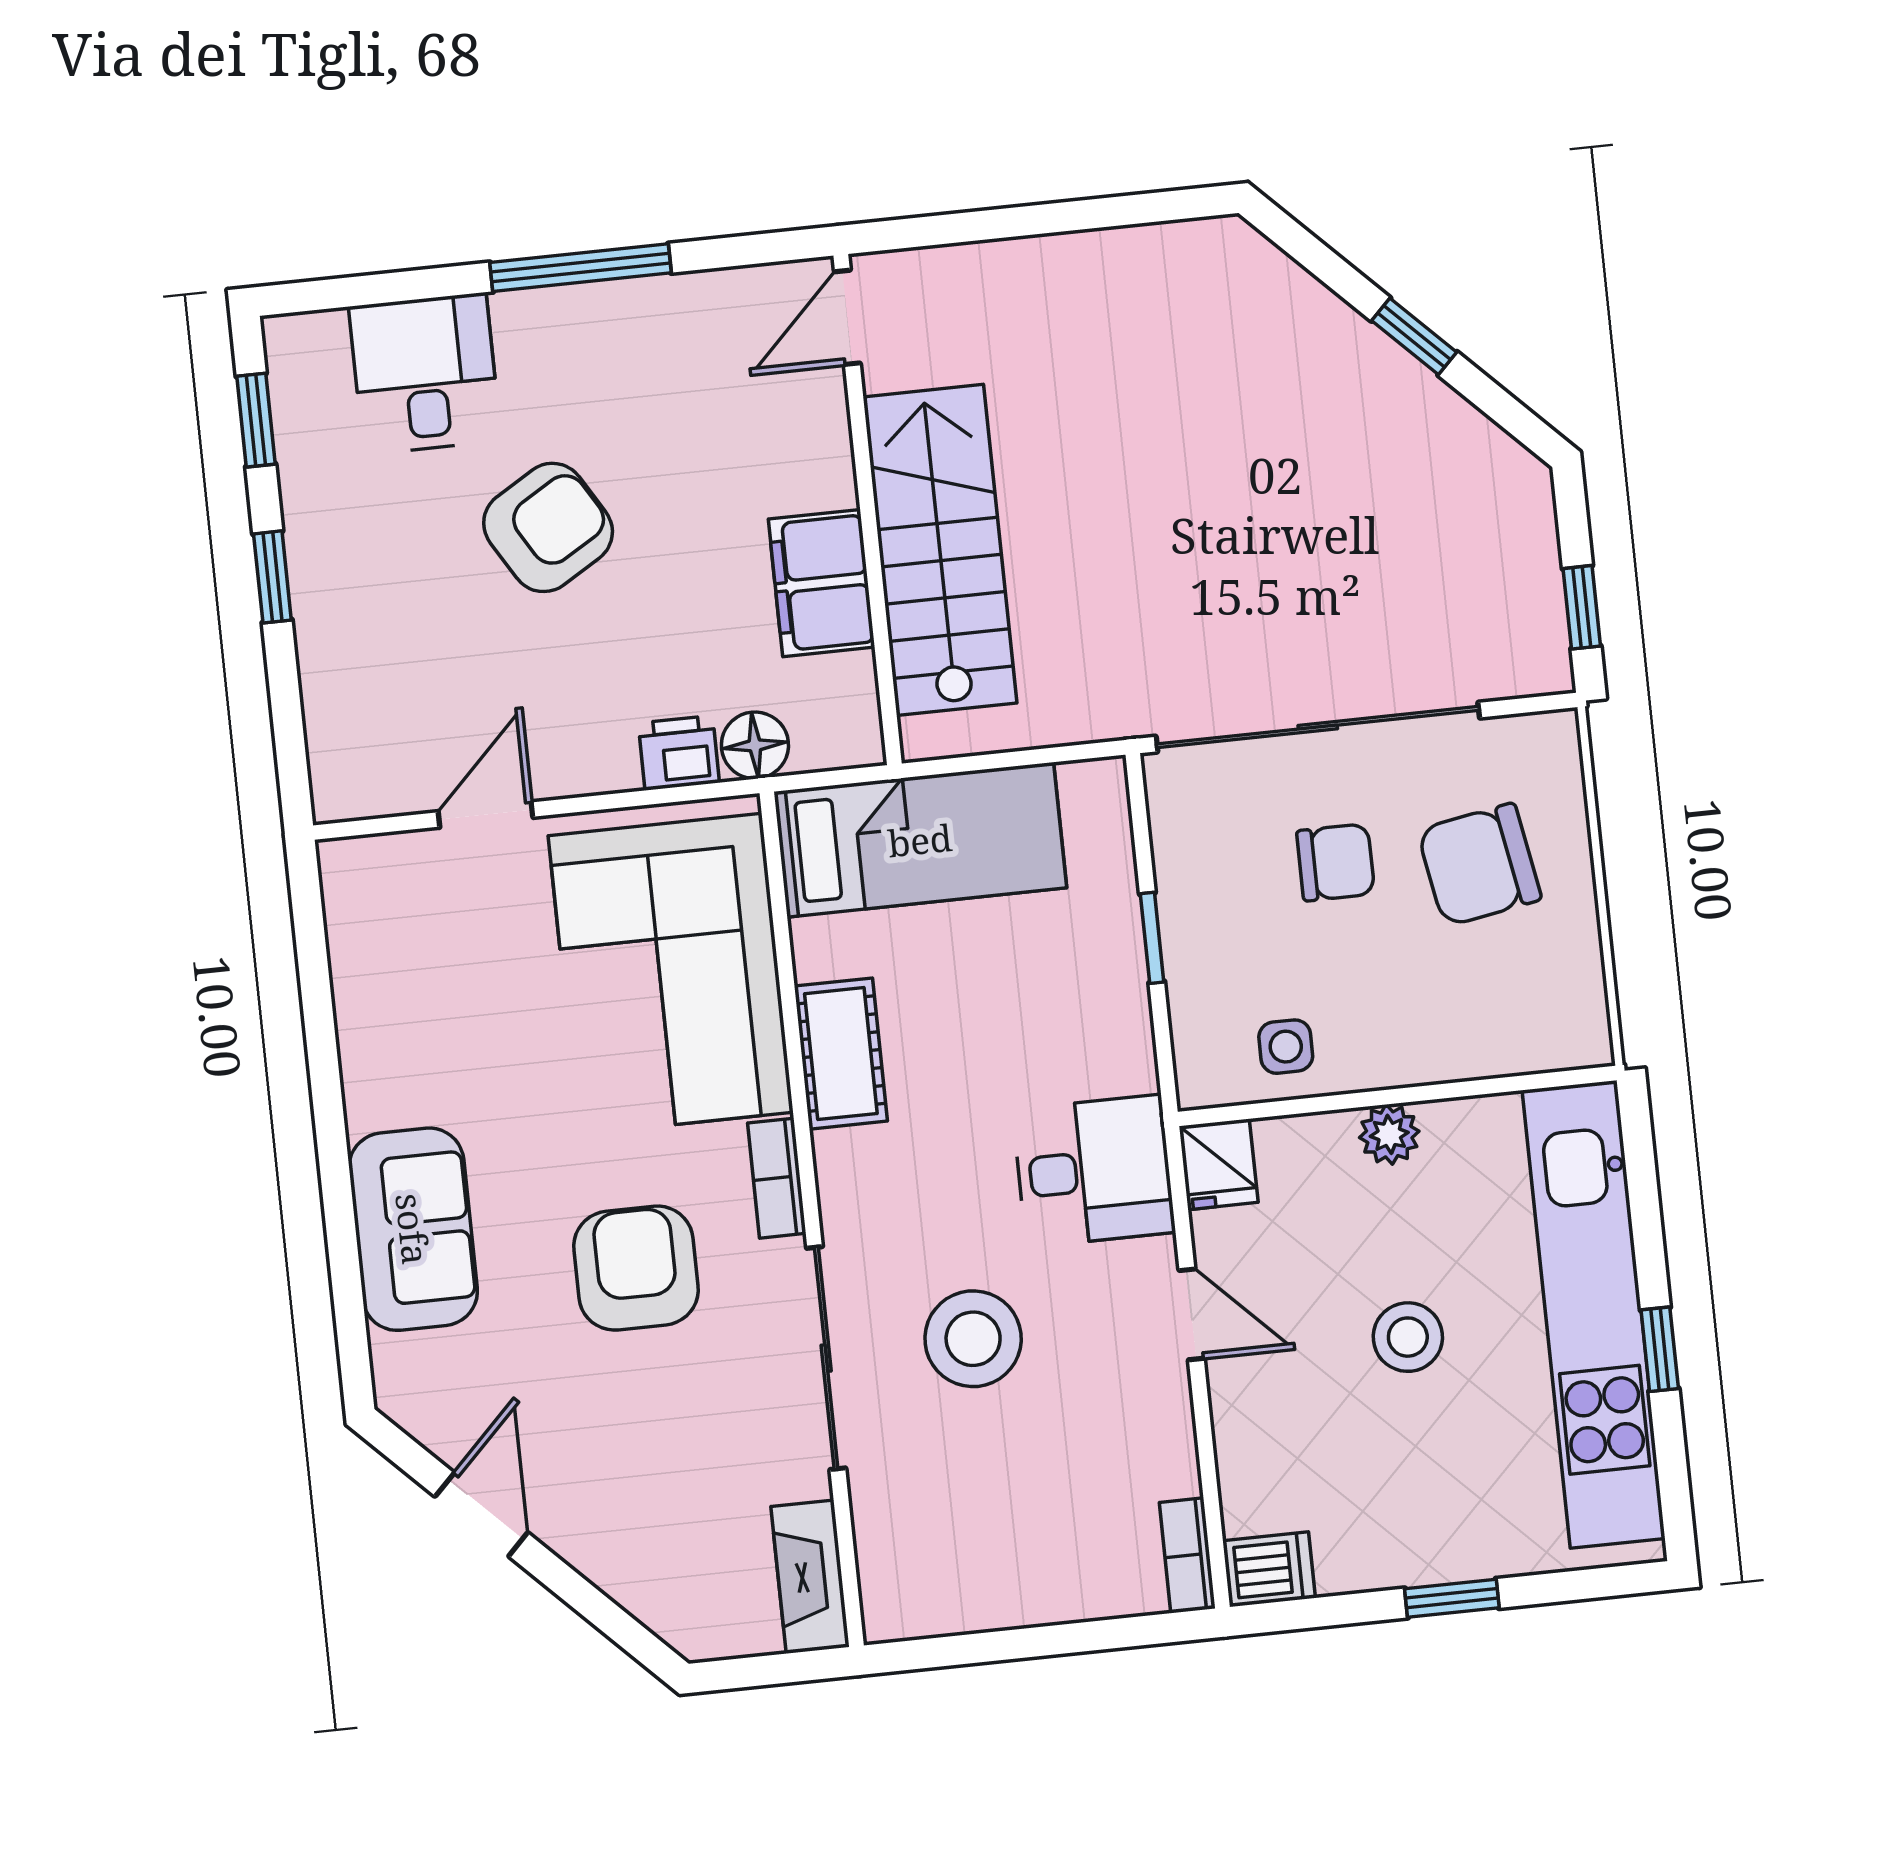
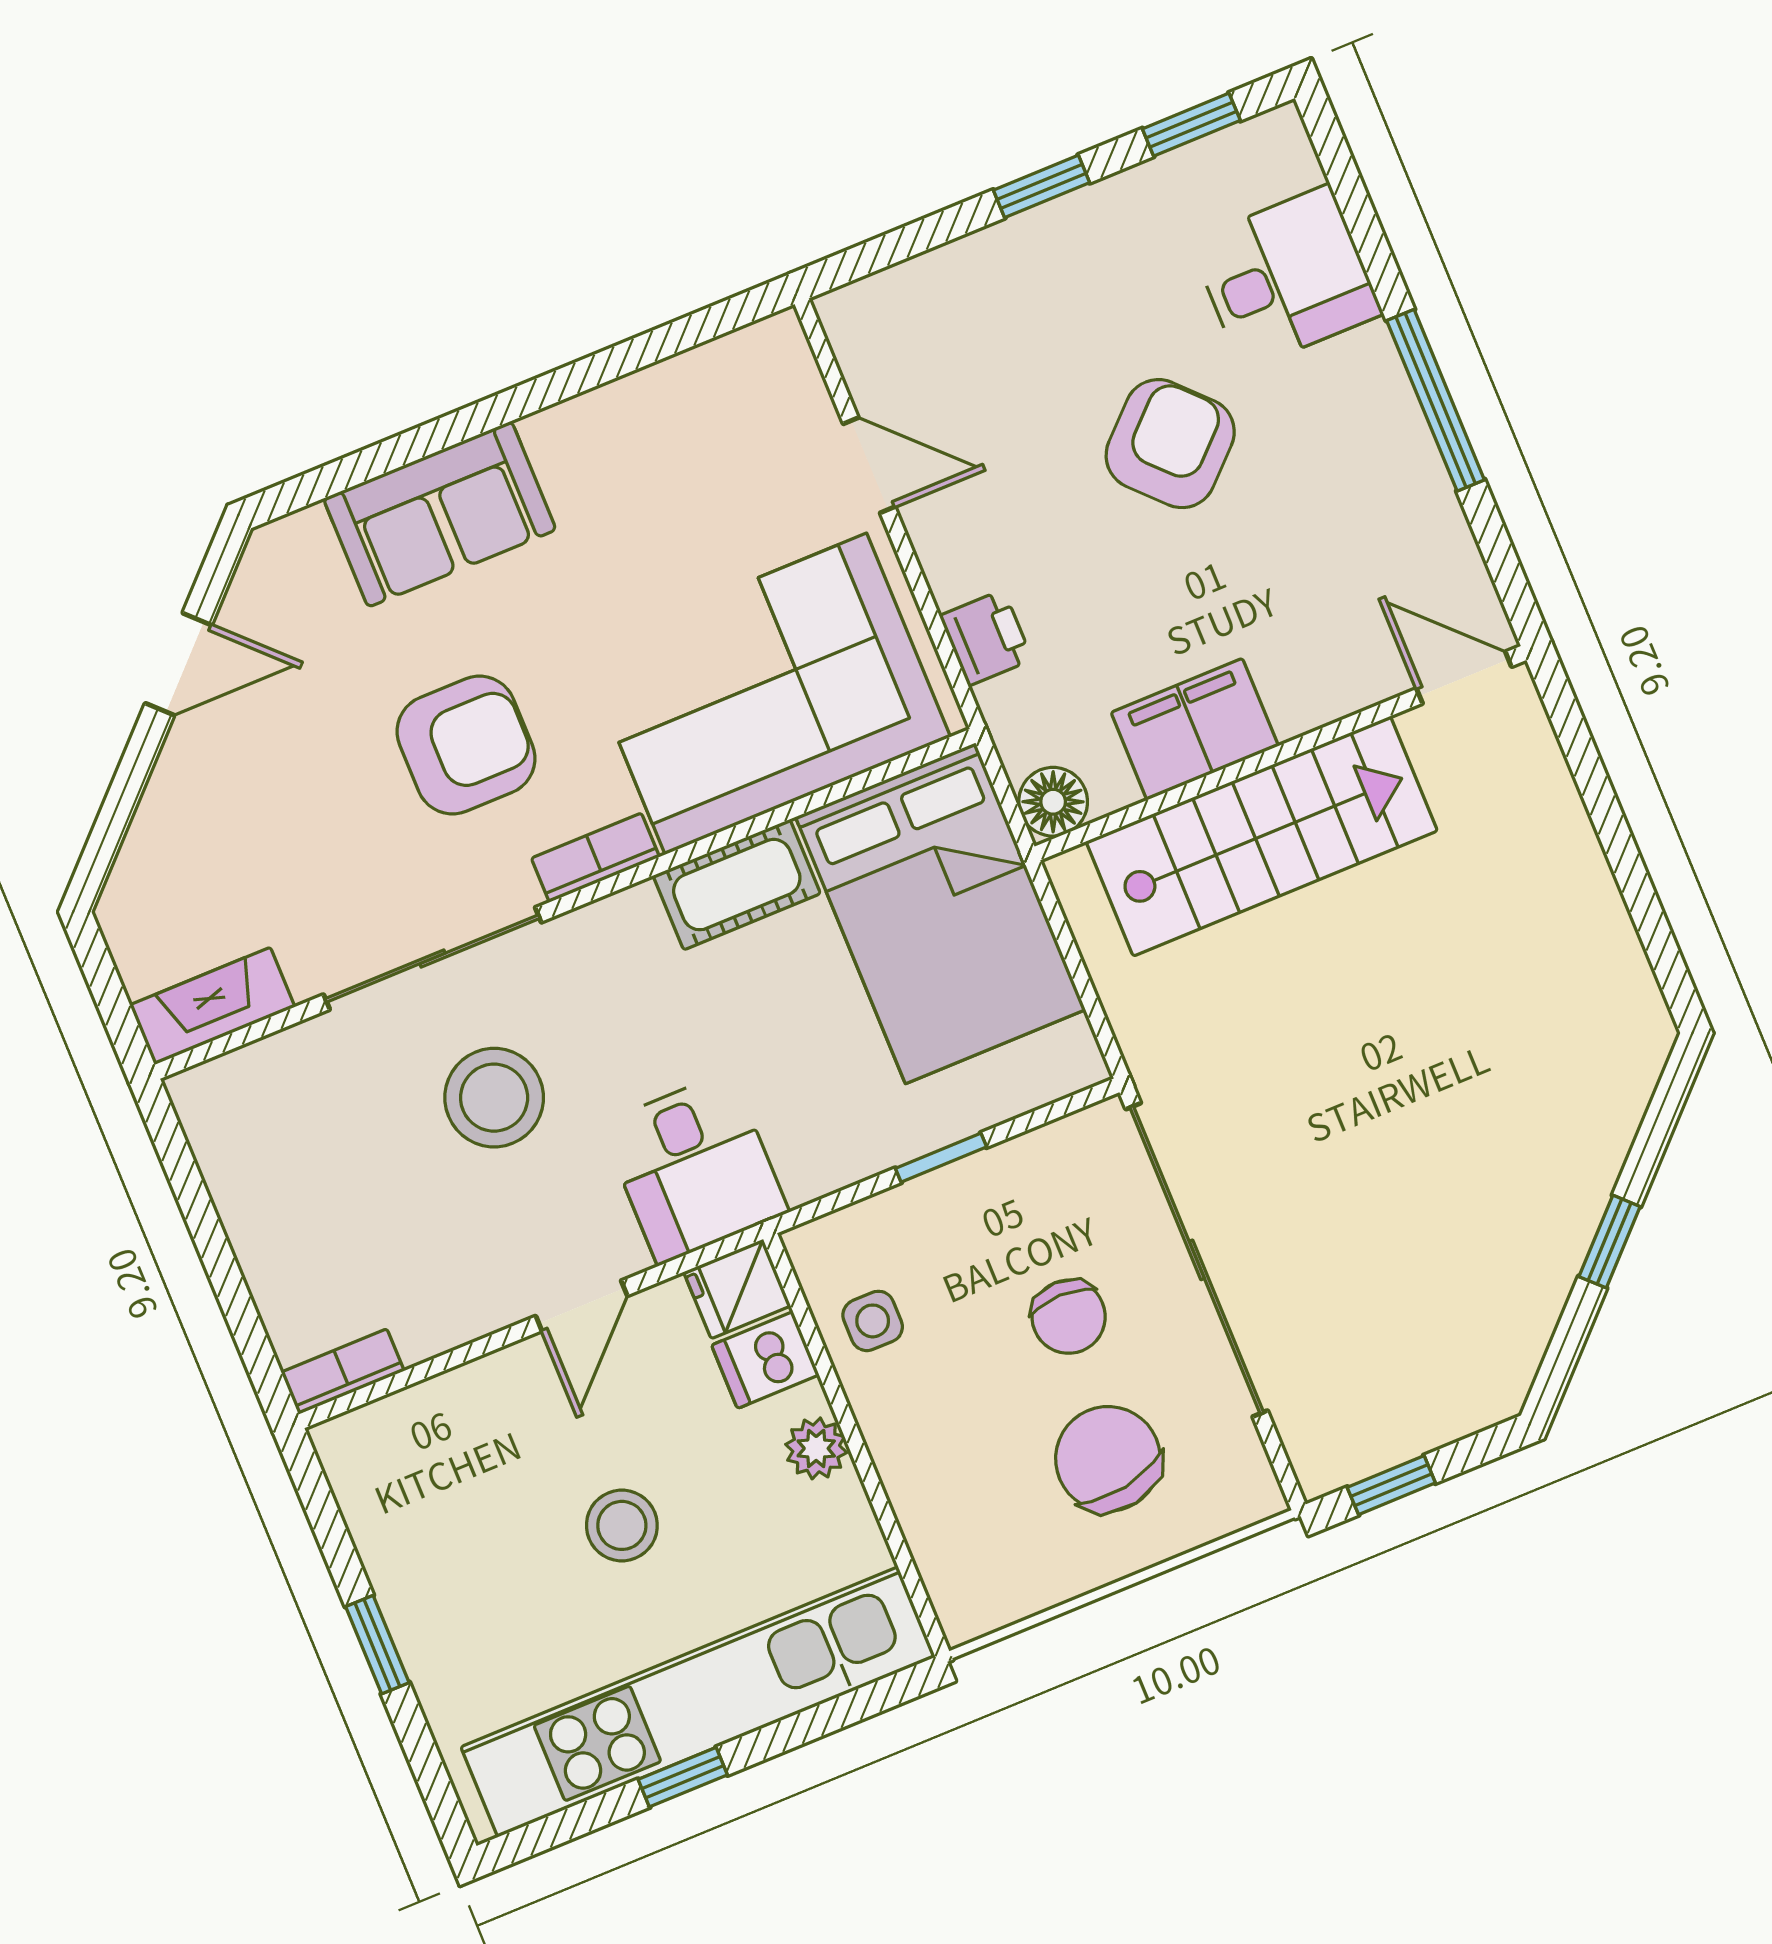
armchair: (548, 527) -> (1170, 444), turned -103
floor lamp: (755, 745) -> (1053, 802), moved
bed: (920, 840) -> (940, 913), width x1.50
dishwasher: (1269, 1569) -> (765, 1360), moved, turned 90

